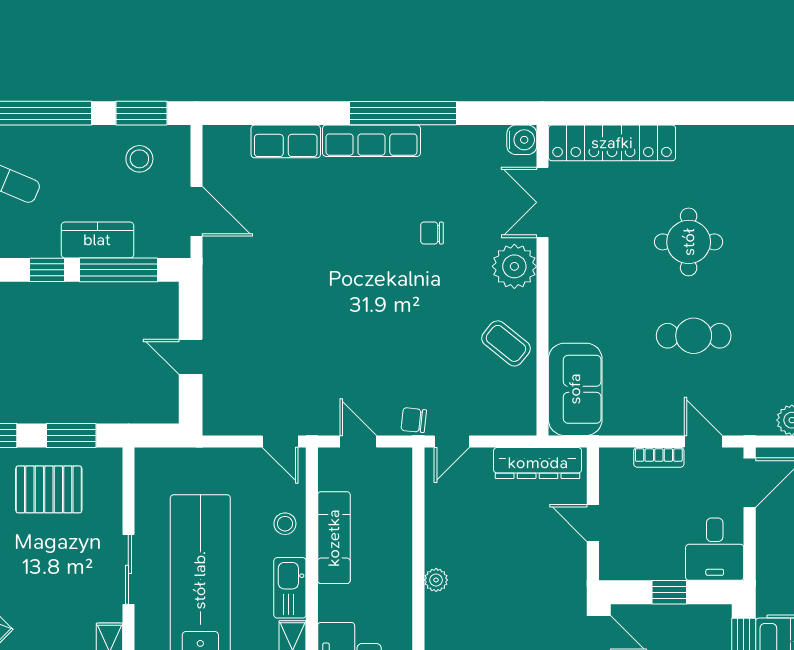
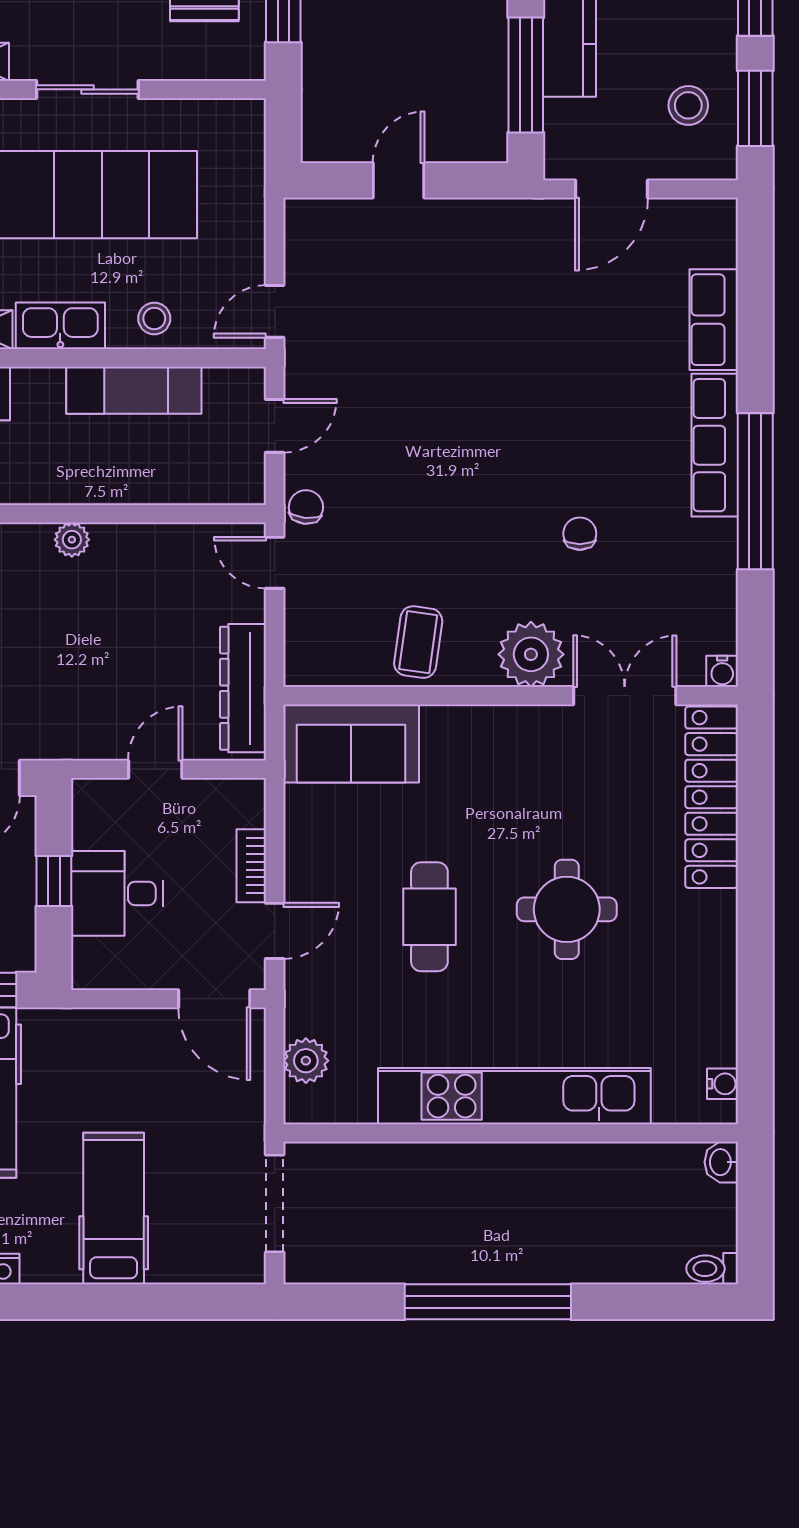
water cooler: (522, 140) -> (722, 671), width x0.72, depth x0.72
coffee table: (506, 343) -> (418, 642), turned -31
desk: (715, 549) -> (117, 893), moved

